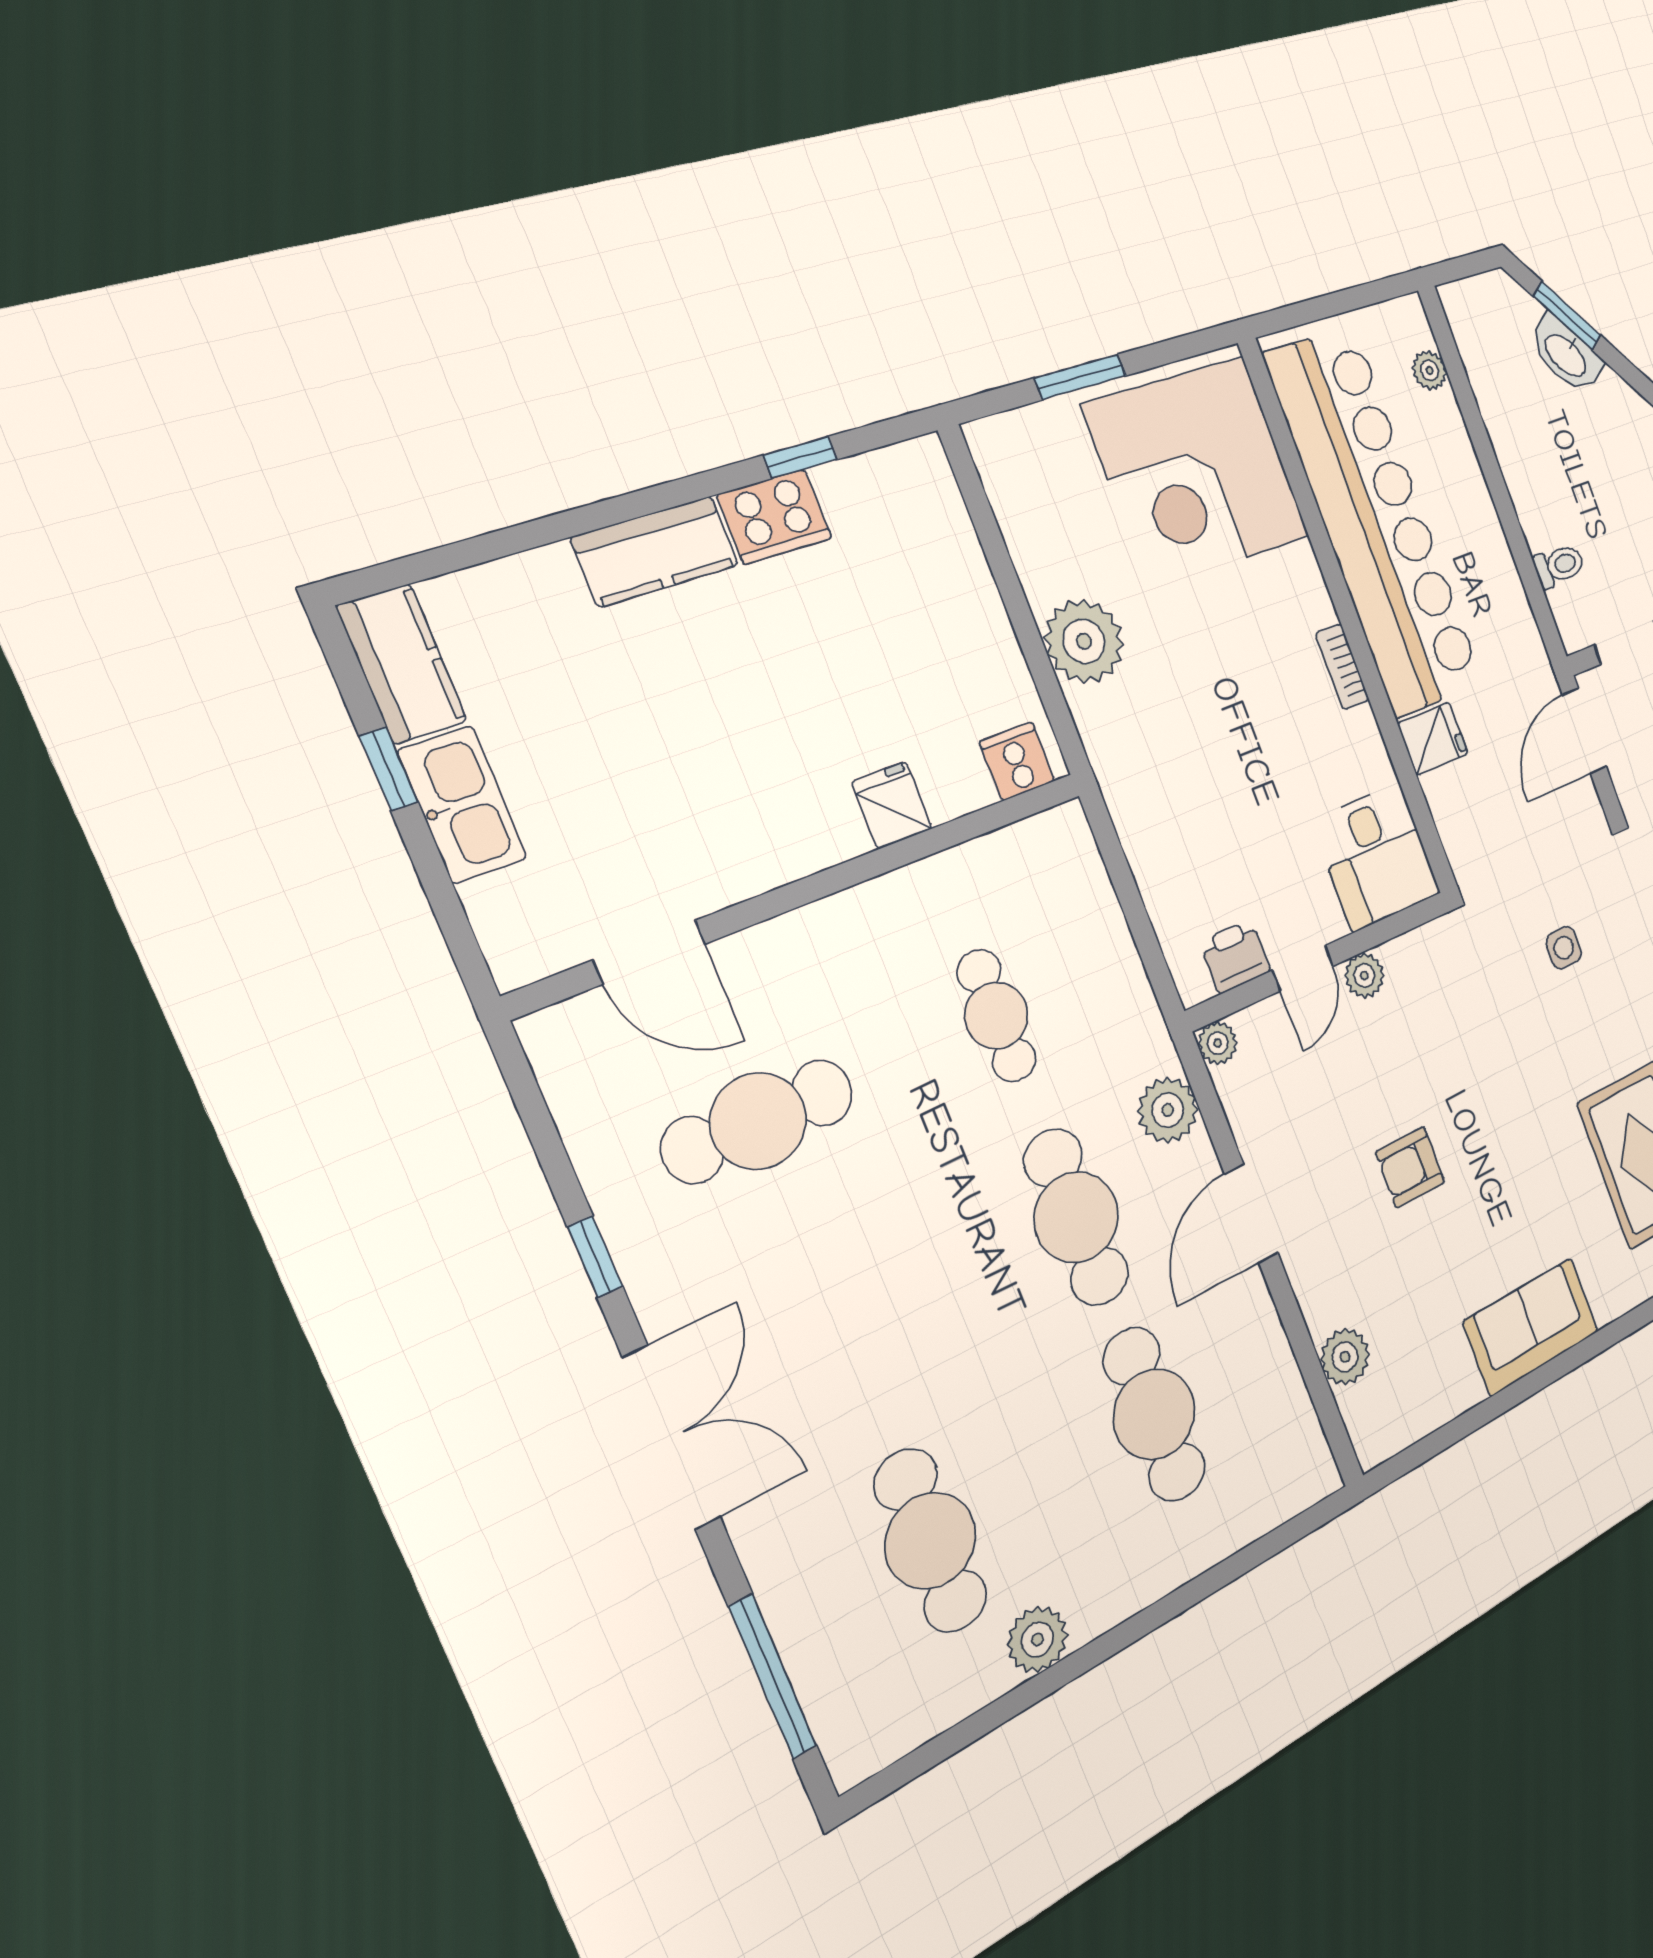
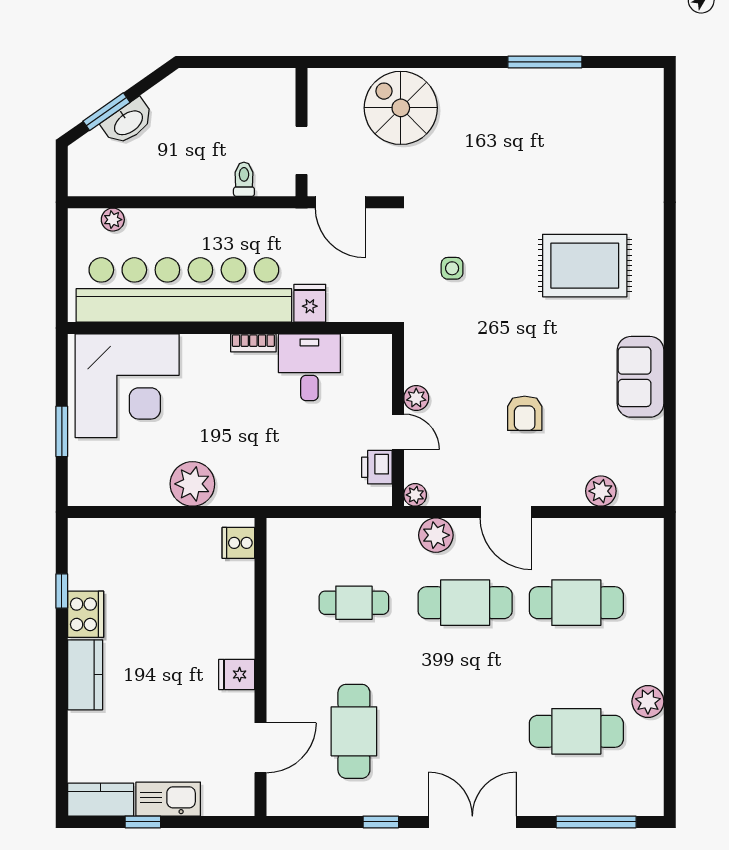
fridge: (892, 805) -> (237, 674), moved
desk: (1376, 857) -> (309, 367), moved, turned -90

